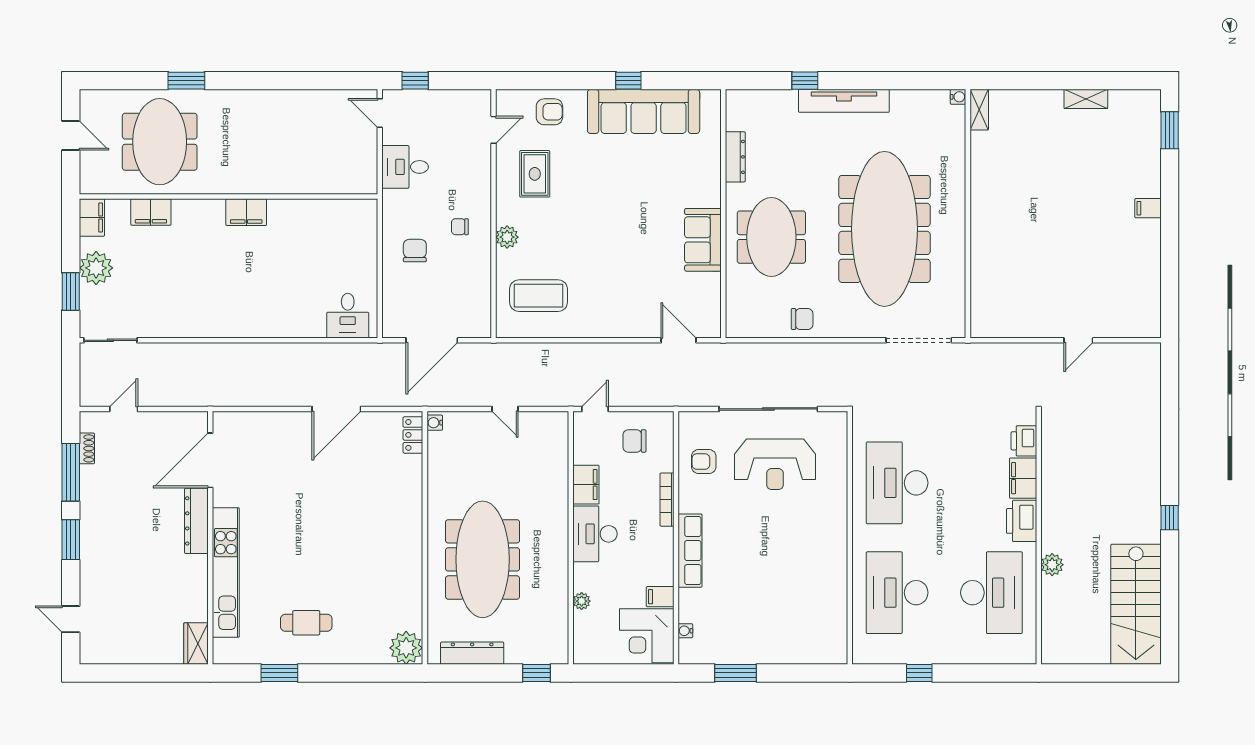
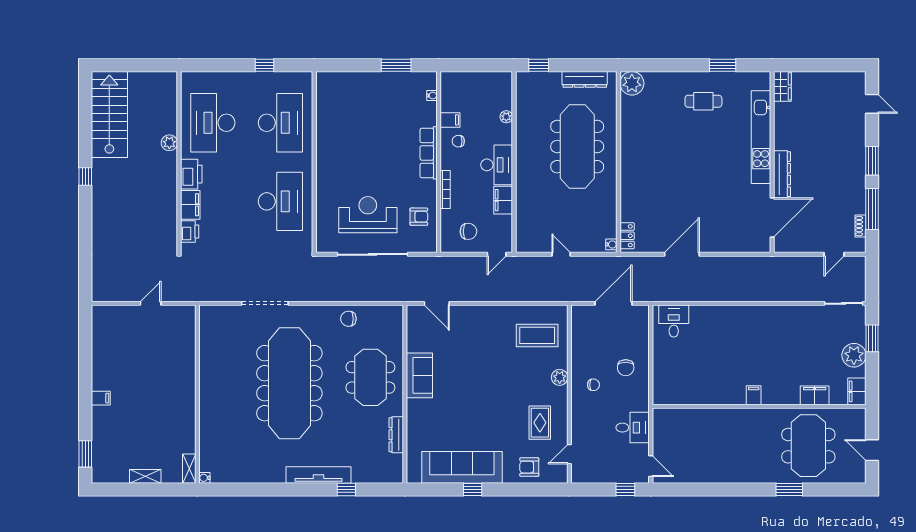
water cooler: (958, 97) -> (204, 478), moved
shelving: (979, 110) -> (189, 469), moved
filing cabinet: (246, 212) -> (754, 395), width x0.50
wall: (968, 214) -> (197, 394), moved
chair: (649, 567) -> (458, 141), added
corner desk: (647, 636) -> (460, 92), removed

